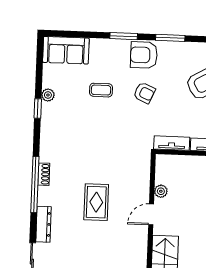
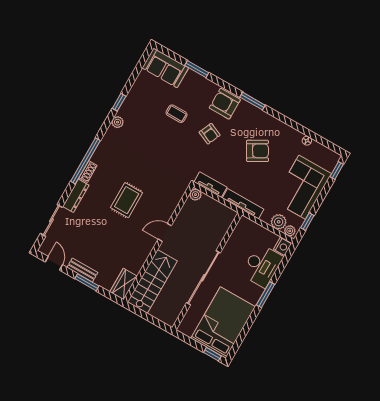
window: (124, 36) -> (197, 69), moved
plant: (48, 95) -> (118, 122), moved
shoe rack: (44, 174) -> (88, 172), moved
plant: (161, 191) -> (196, 195), moved

